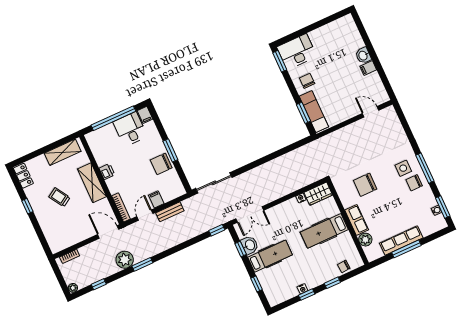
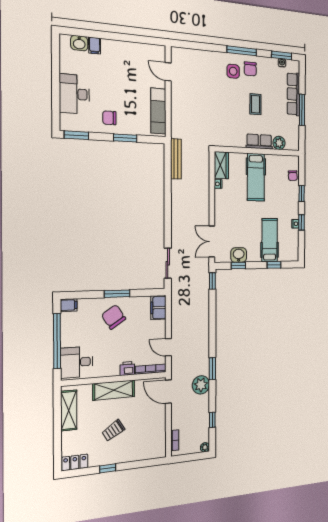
desk: (297, 52) -> (74, 94), moved
washbasin: (363, 56) -> (79, 43), moved
filing cabinet: (368, 68) -> (95, 46), moved
exam couch: (314, 112) -> (158, 111), moved, turned -90
door: (371, 112) -> (168, 72), hinge flipped
window: (303, 113) -> (125, 138), moved
desk: (130, 129) -> (77, 362), moved
chair: (161, 164) -> (114, 317), moved, turned 147
printer: (107, 171) -> (127, 368), moved
sliding door: (214, 183) -> (168, 263), width x0.73
chair: (365, 185) -> (232, 116), removed
filing cabinet: (156, 199) -> (158, 308), moved, width x2.00
coffee table: (387, 202) -> (255, 104), added
bench: (170, 212) -> (176, 159), moved, width x1.36
double door: (250, 215) -> (212, 242), swing flipped
door: (108, 232) -> (168, 392), hinge flipped
row of seats: (401, 240) -> (293, 94), moved
hospital bed: (270, 256) -> (270, 240), moved

